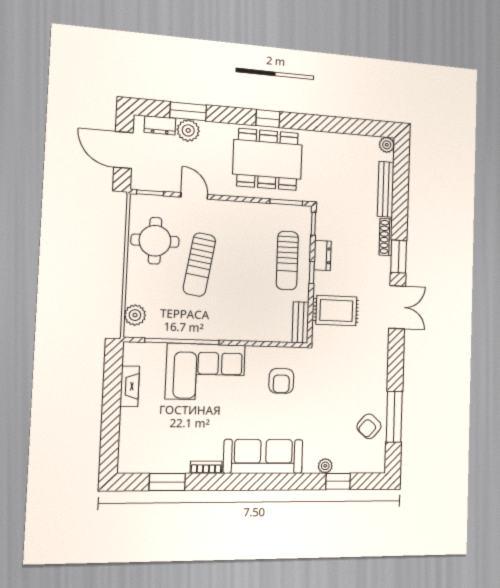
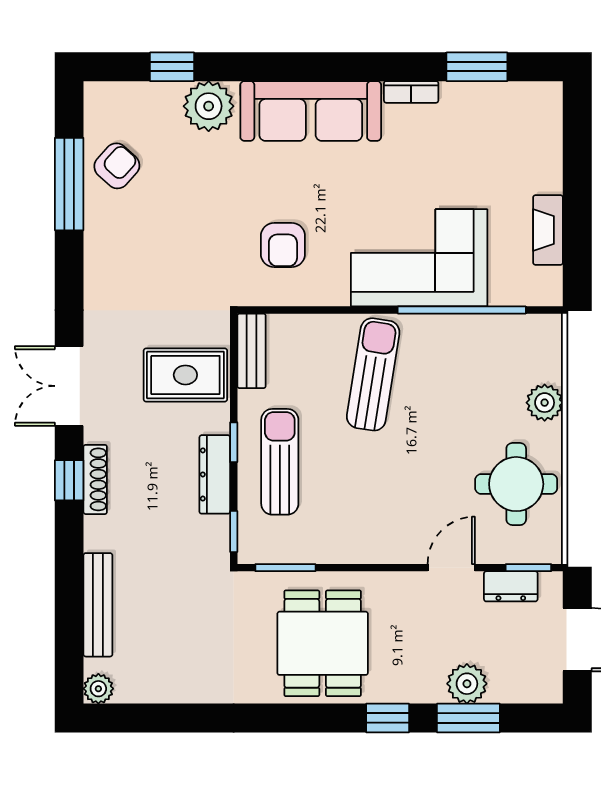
window: (268, 119) -> (388, 718), moved
dresser: (160, 125) -> (511, 586), moved, turned 180
dining table: (268, 159) -> (323, 643), width x0.73
door: (194, 196) -> (451, 568), swing flipped
shoe rack: (386, 237) -> (95, 479), moved
dresser: (322, 255) -> (215, 474), width x1.44
window: (399, 257) -> (69, 480), width x0.67
sun lounger: (199, 265) -> (373, 374), moved
plant: (135, 315) -> (545, 403), moved
armchair: (281, 381) -> (283, 245), turned 180
plant: (325, 466) -> (209, 106), width x1.88, depth x1.88

